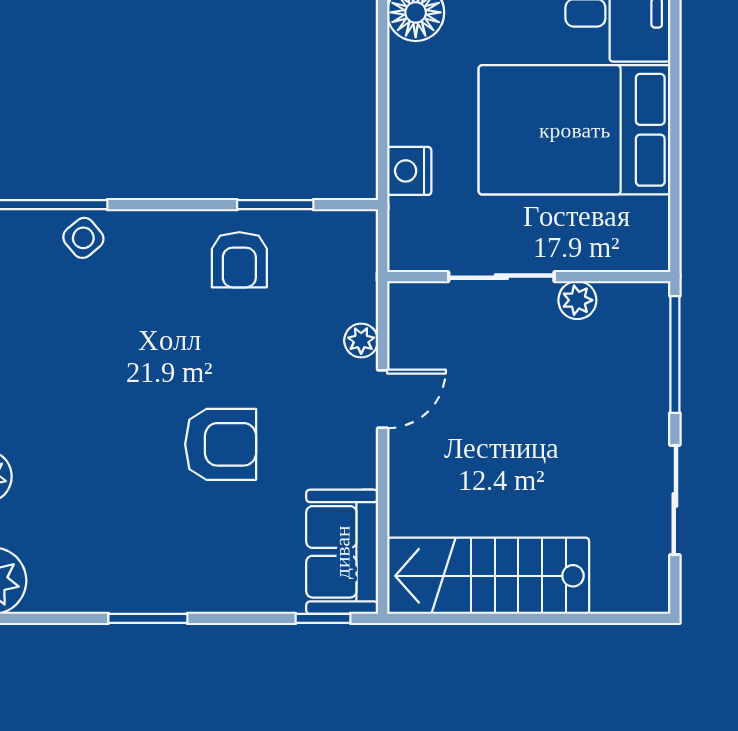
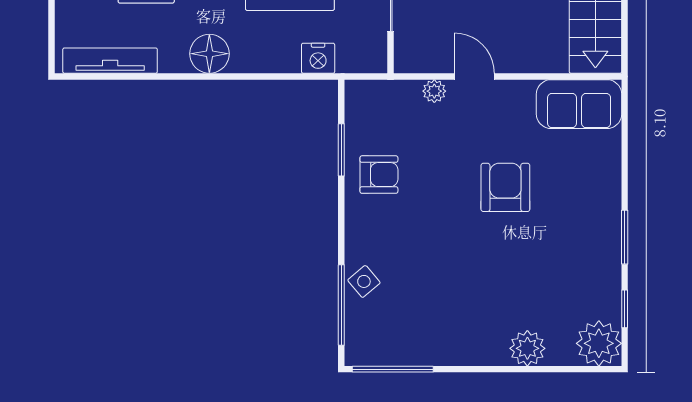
window: (323, 618) -> (625, 309), moved

